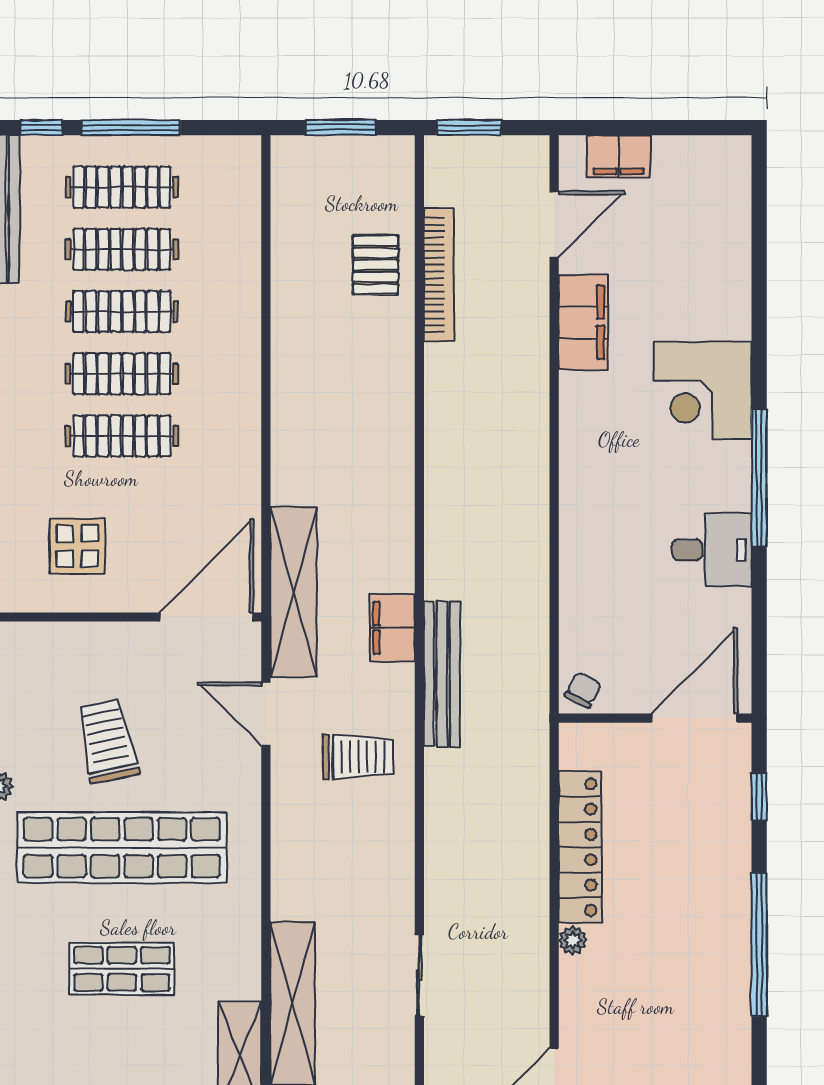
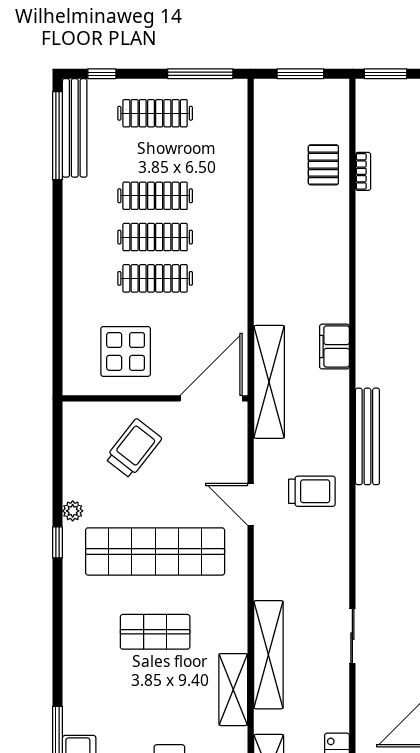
window: (131, 128) -> (200, 74), moved
clothes rail: (122, 249) -> (155, 155), removed
bookcase: (439, 275) -> (363, 171), width x0.43, depth x0.76
display table: (77, 546) -> (126, 351), width x1.36, depth x1.36
filing cabinet: (392, 628) -> (335, 347), moved
door: (266, 714) -> (251, 504), moved
trolley: (107, 741) -> (133, 448), moved, turned 50

